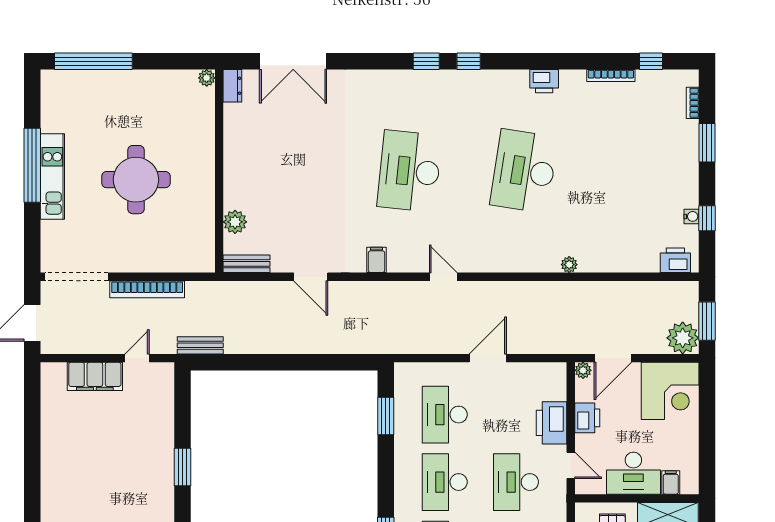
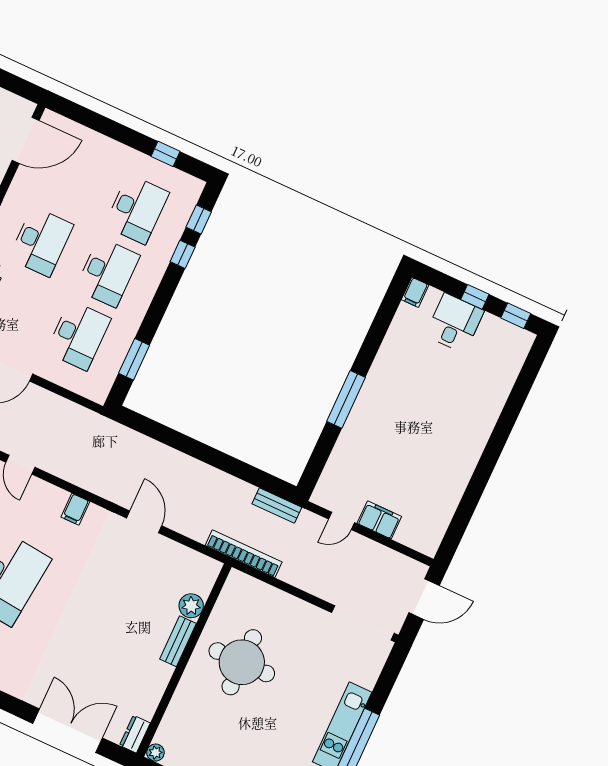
round table: (136, 180) -> (242, 662), moved
bench: (247, 264) -> (178, 641), moved, turned 90
bookcase: (147, 289) -> (244, 554), moved
filing cabinet: (95, 376) -> (379, 520), width x0.67, depth x0.86
window: (183, 467) -> (346, 399), width x1.44

